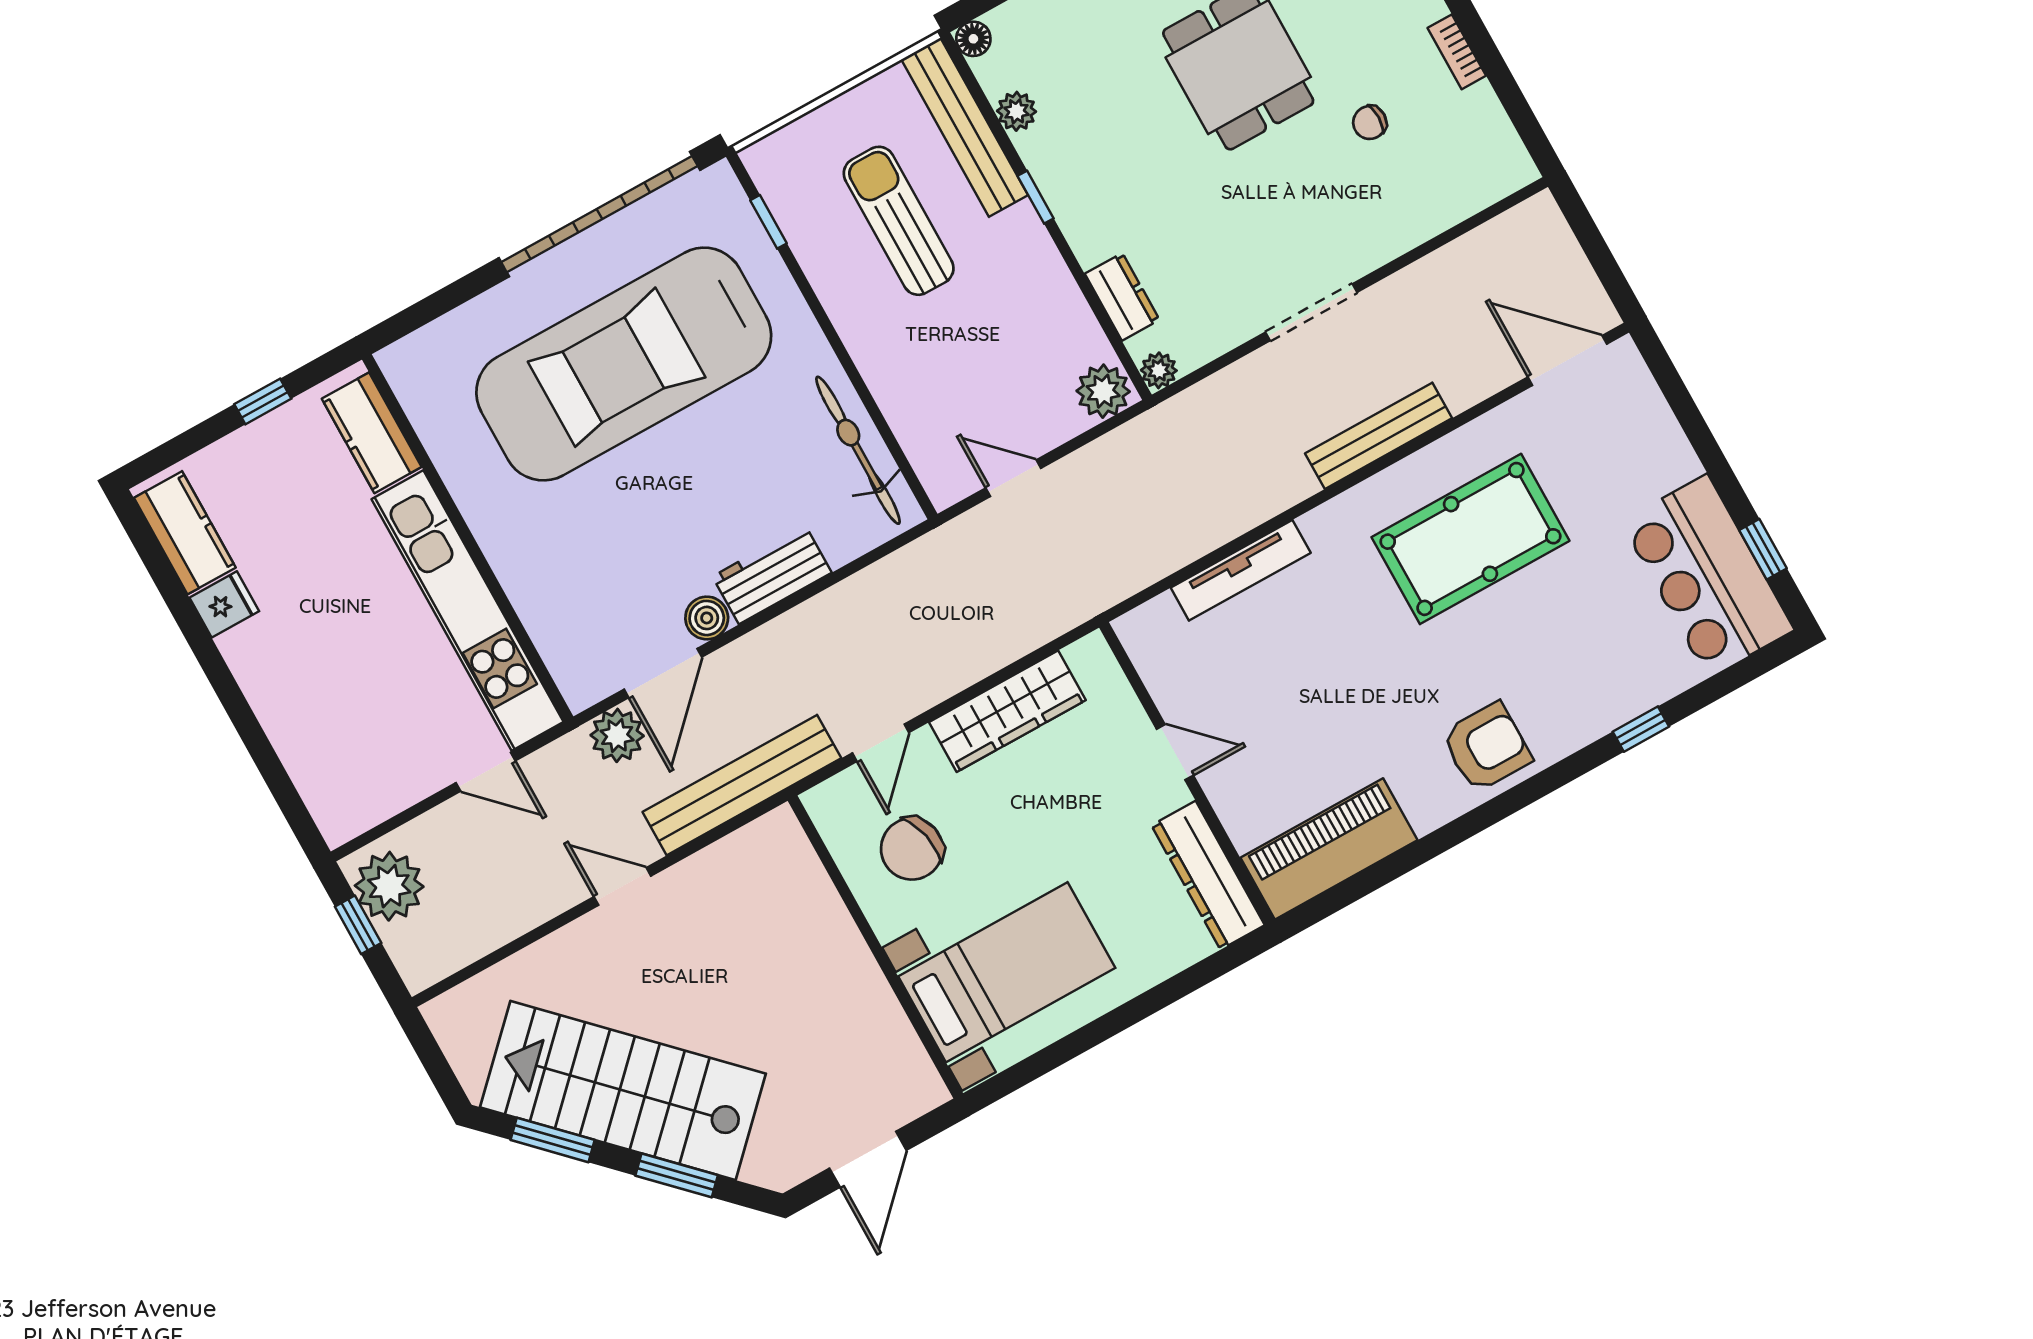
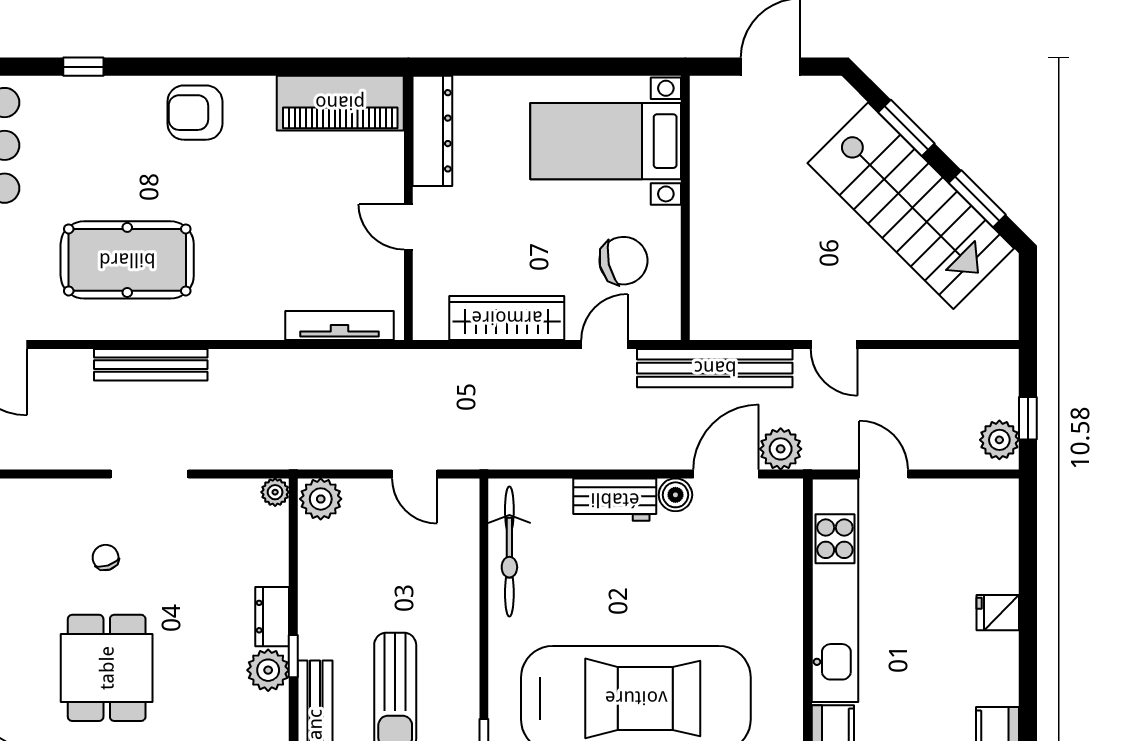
plant: (1017, 111) -> (268, 670), moved, width x1.38, depth x1.38
chair: (1370, 122) -> (106, 557), moved, turned -108
dresser: (1122, 297) -> (272, 617), moved
tv unit: (1241, 570) -> (339, 325), moved
fridge: (224, 604) -> (998, 613), moved
plant: (389, 886) -> (999, 440), width x0.73, depth x0.73

